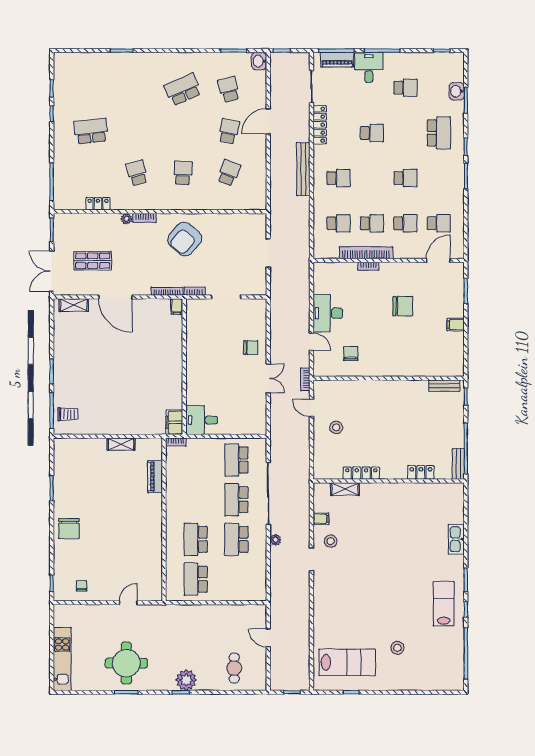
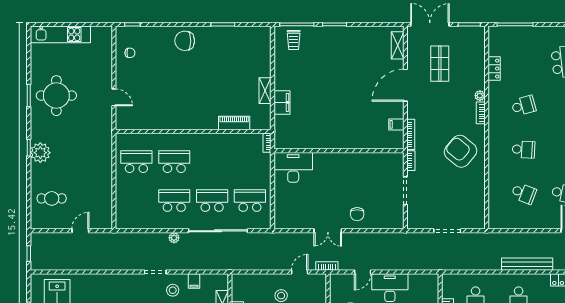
filing cabinet: (177, 306) -> (396, 124), moved
desk: (202, 420) -> (293, 167), width x1.37
filing cabinet: (174, 422) -> (282, 102), moved, turned 90

